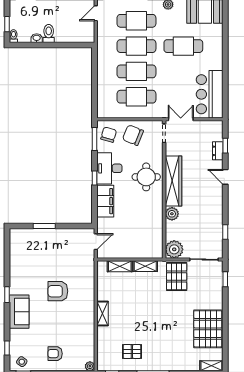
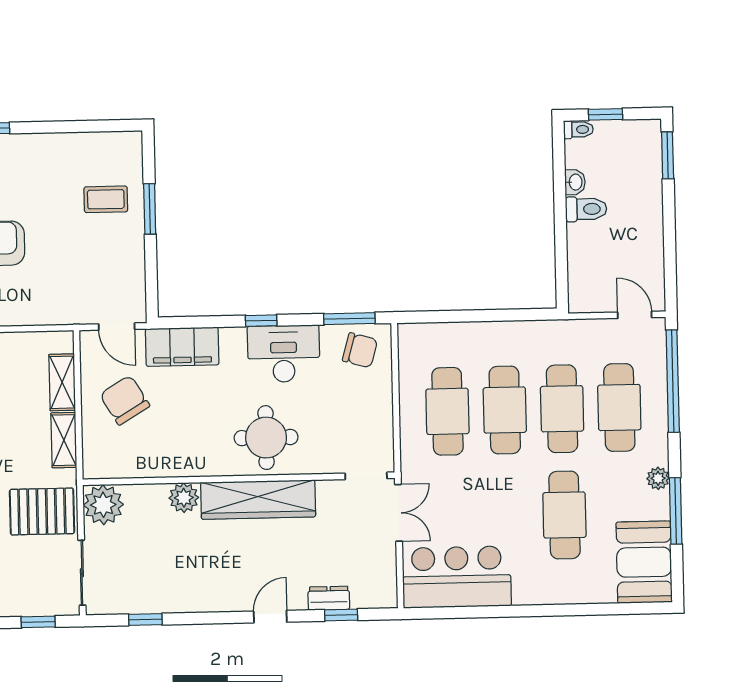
chair: (133, 135) -> (125, 400), moved, turned -53
filing cabinet: (105, 201) -> (182, 347), moved
coffee table: (40, 245) -> (106, 199), added

